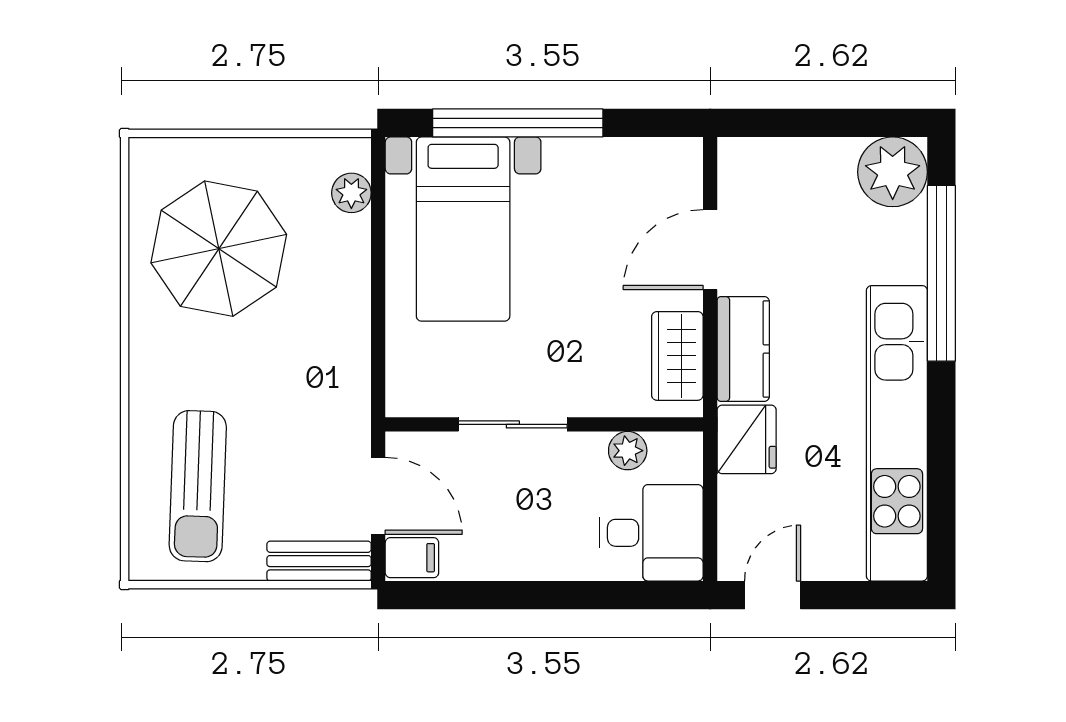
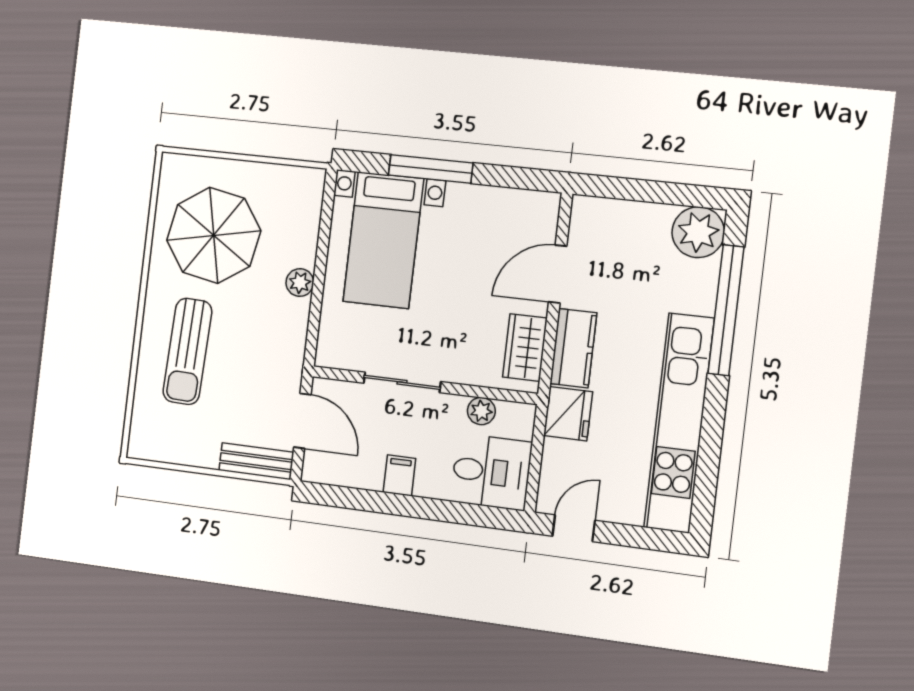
window: (518, 123) -> (431, 169), width x0.68
plant: (351, 193) -> (300, 283), moved
sun lounger: (198, 486) -> (187, 351), moved
filing cabinet: (412, 558) -> (399, 475), moved, turned -90

